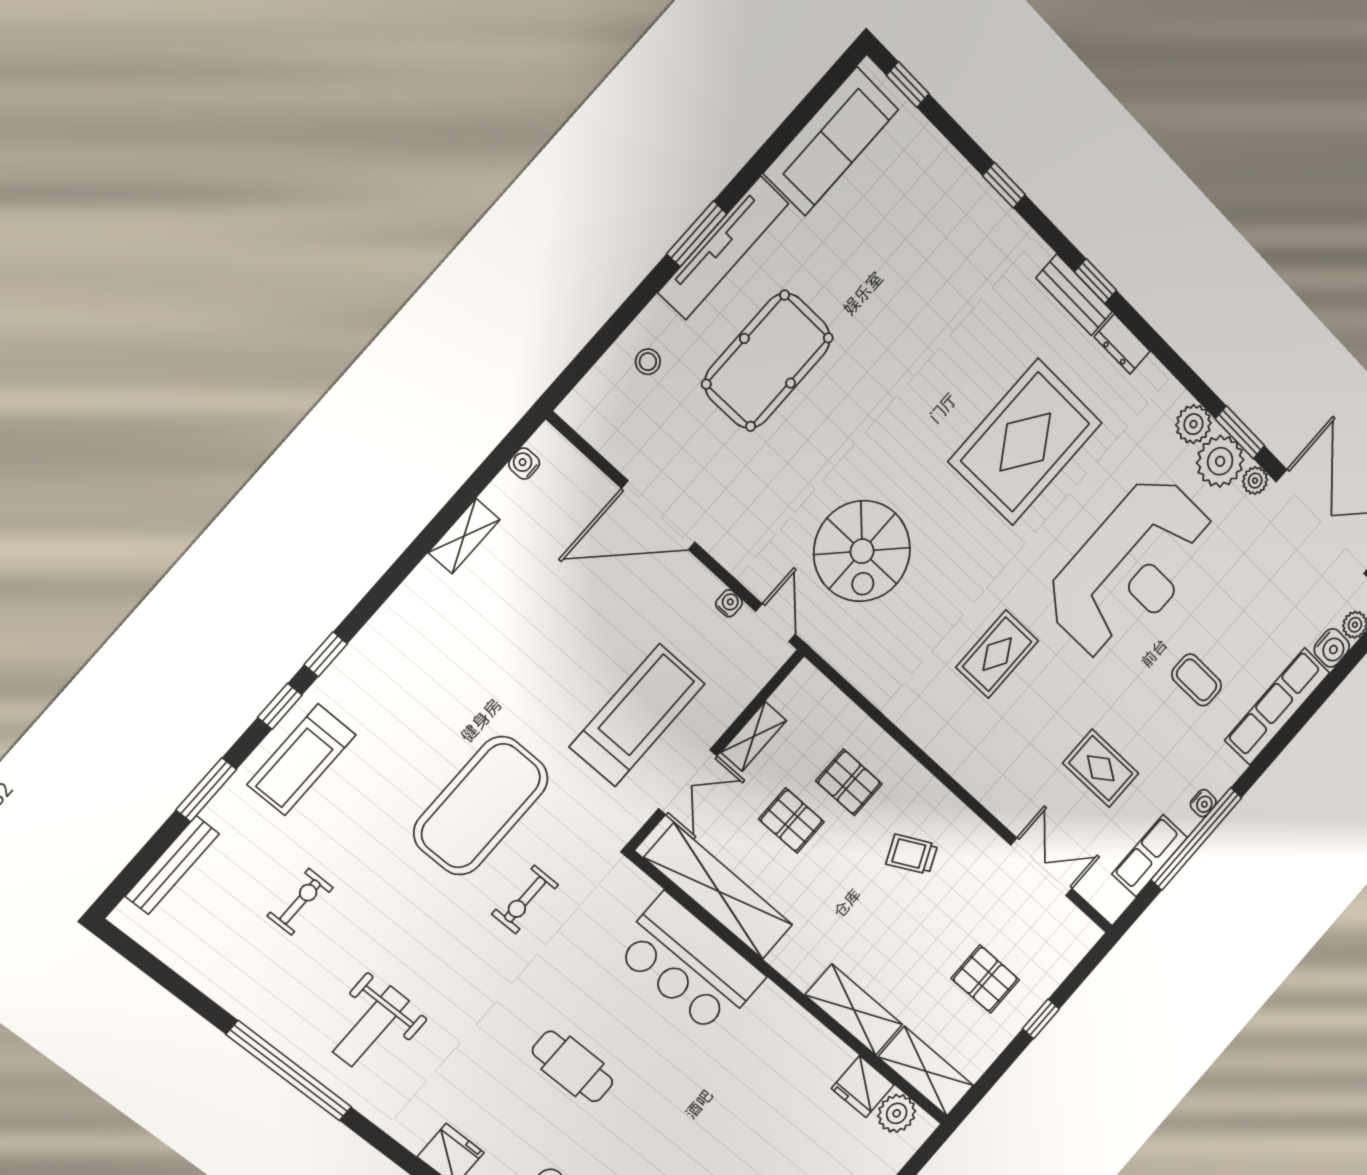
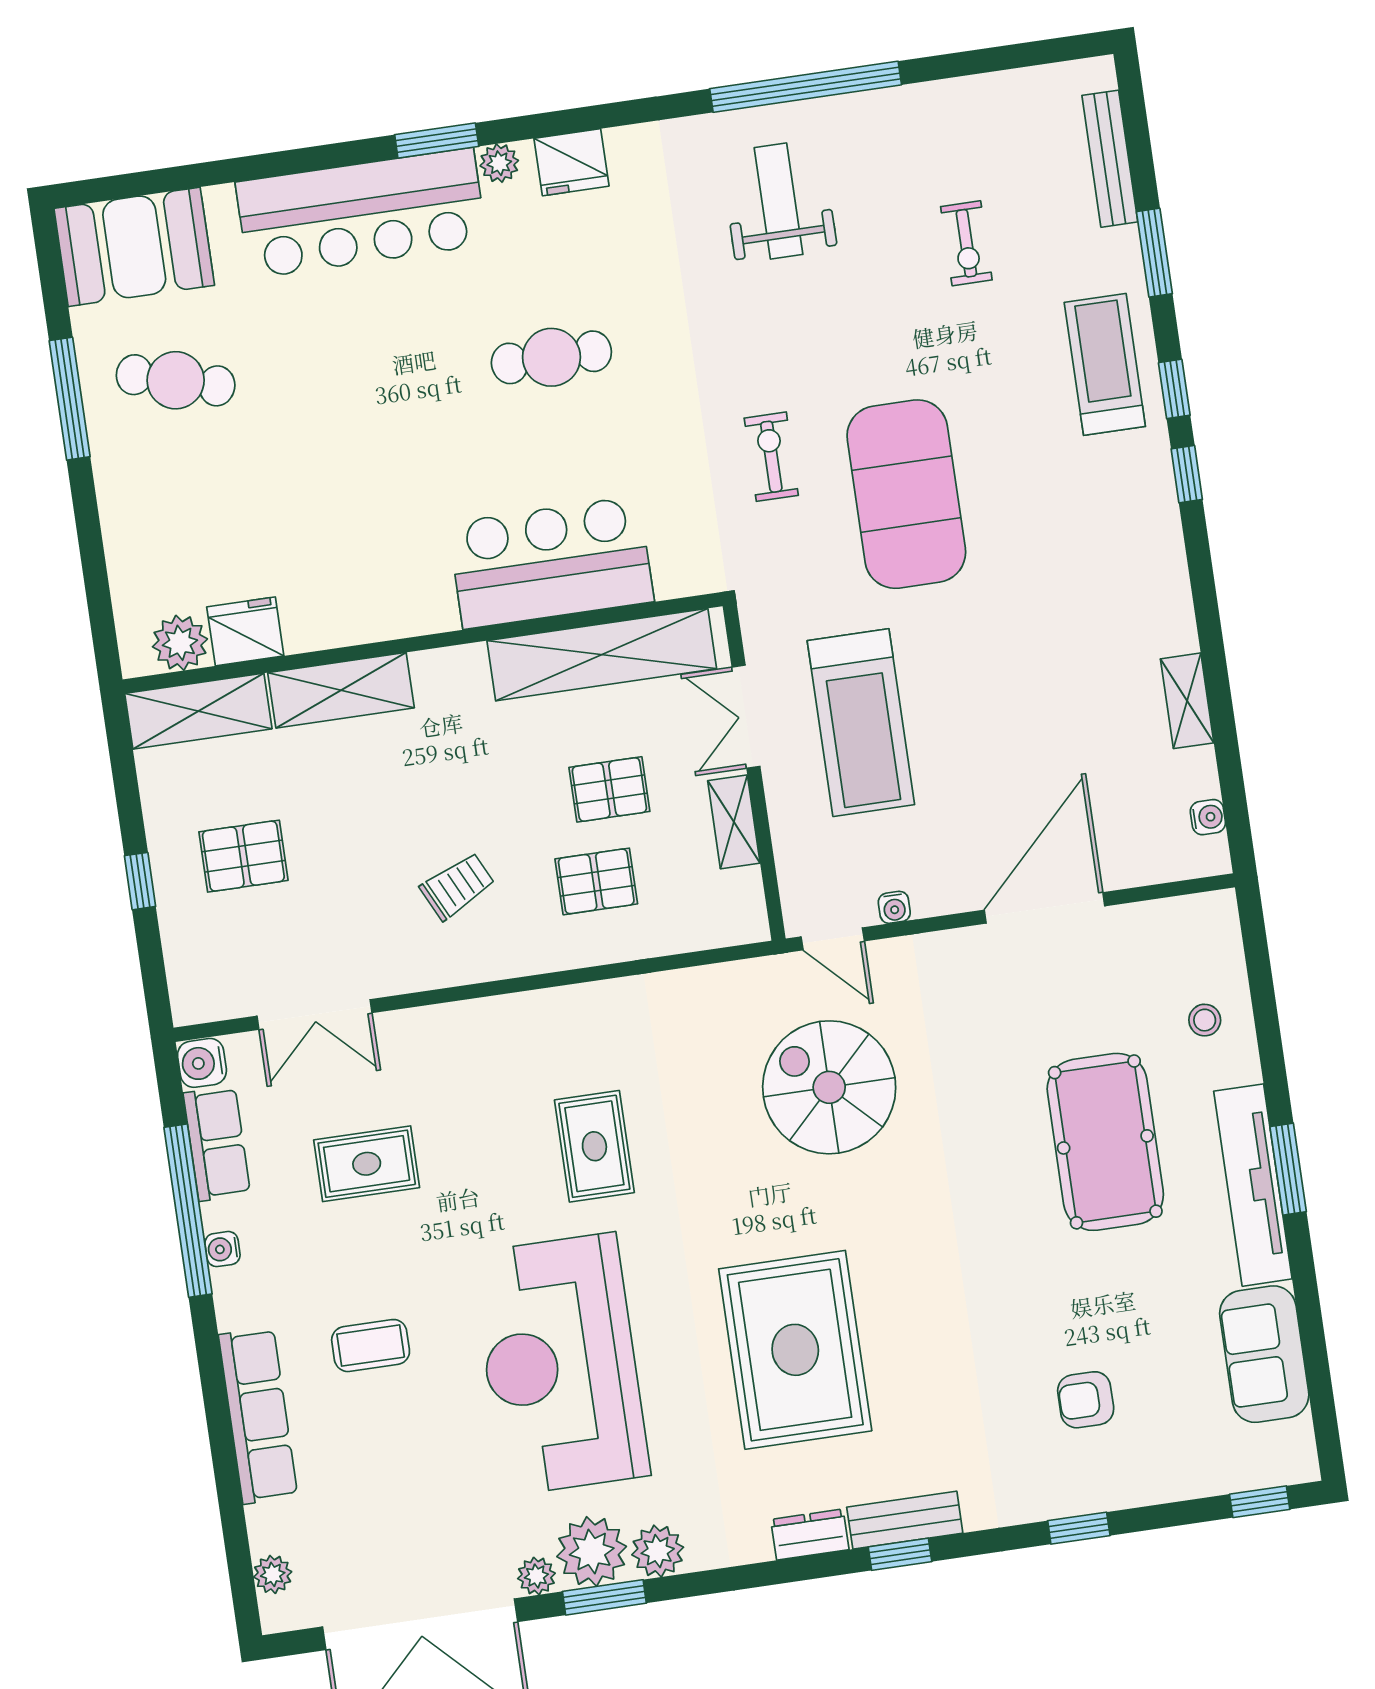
sofa: (831, 141) -> (1264, 1354), width x0.73
armchair: (927, 244) -> (1086, 1400), added
water cooler: (1332, 648) -> (202, 1063), moved

